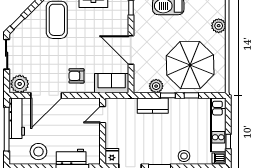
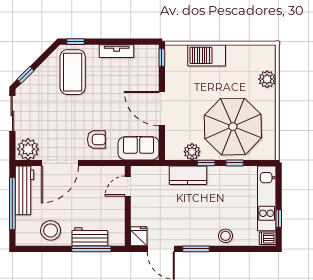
armchair: (77, 76) -> (96, 140), turned 180

